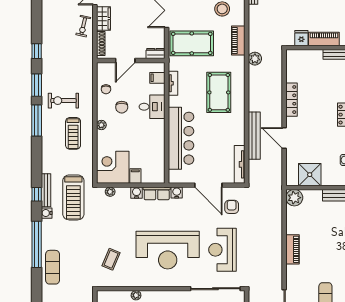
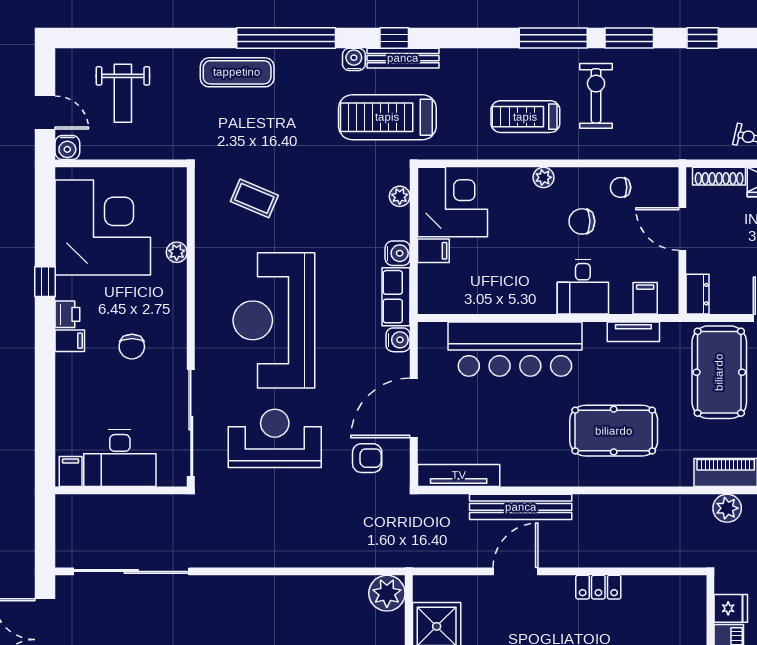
plant: (255, 59) -> (727, 508), moved
locker: (292, 100) -> (598, 587), width x0.66
piano: (293, 249) -> (276, 589), removed

